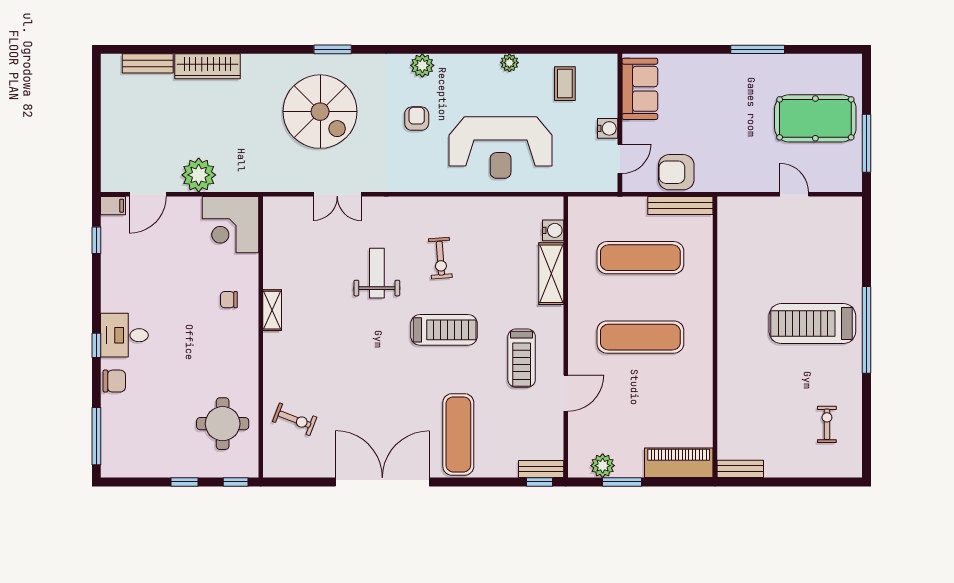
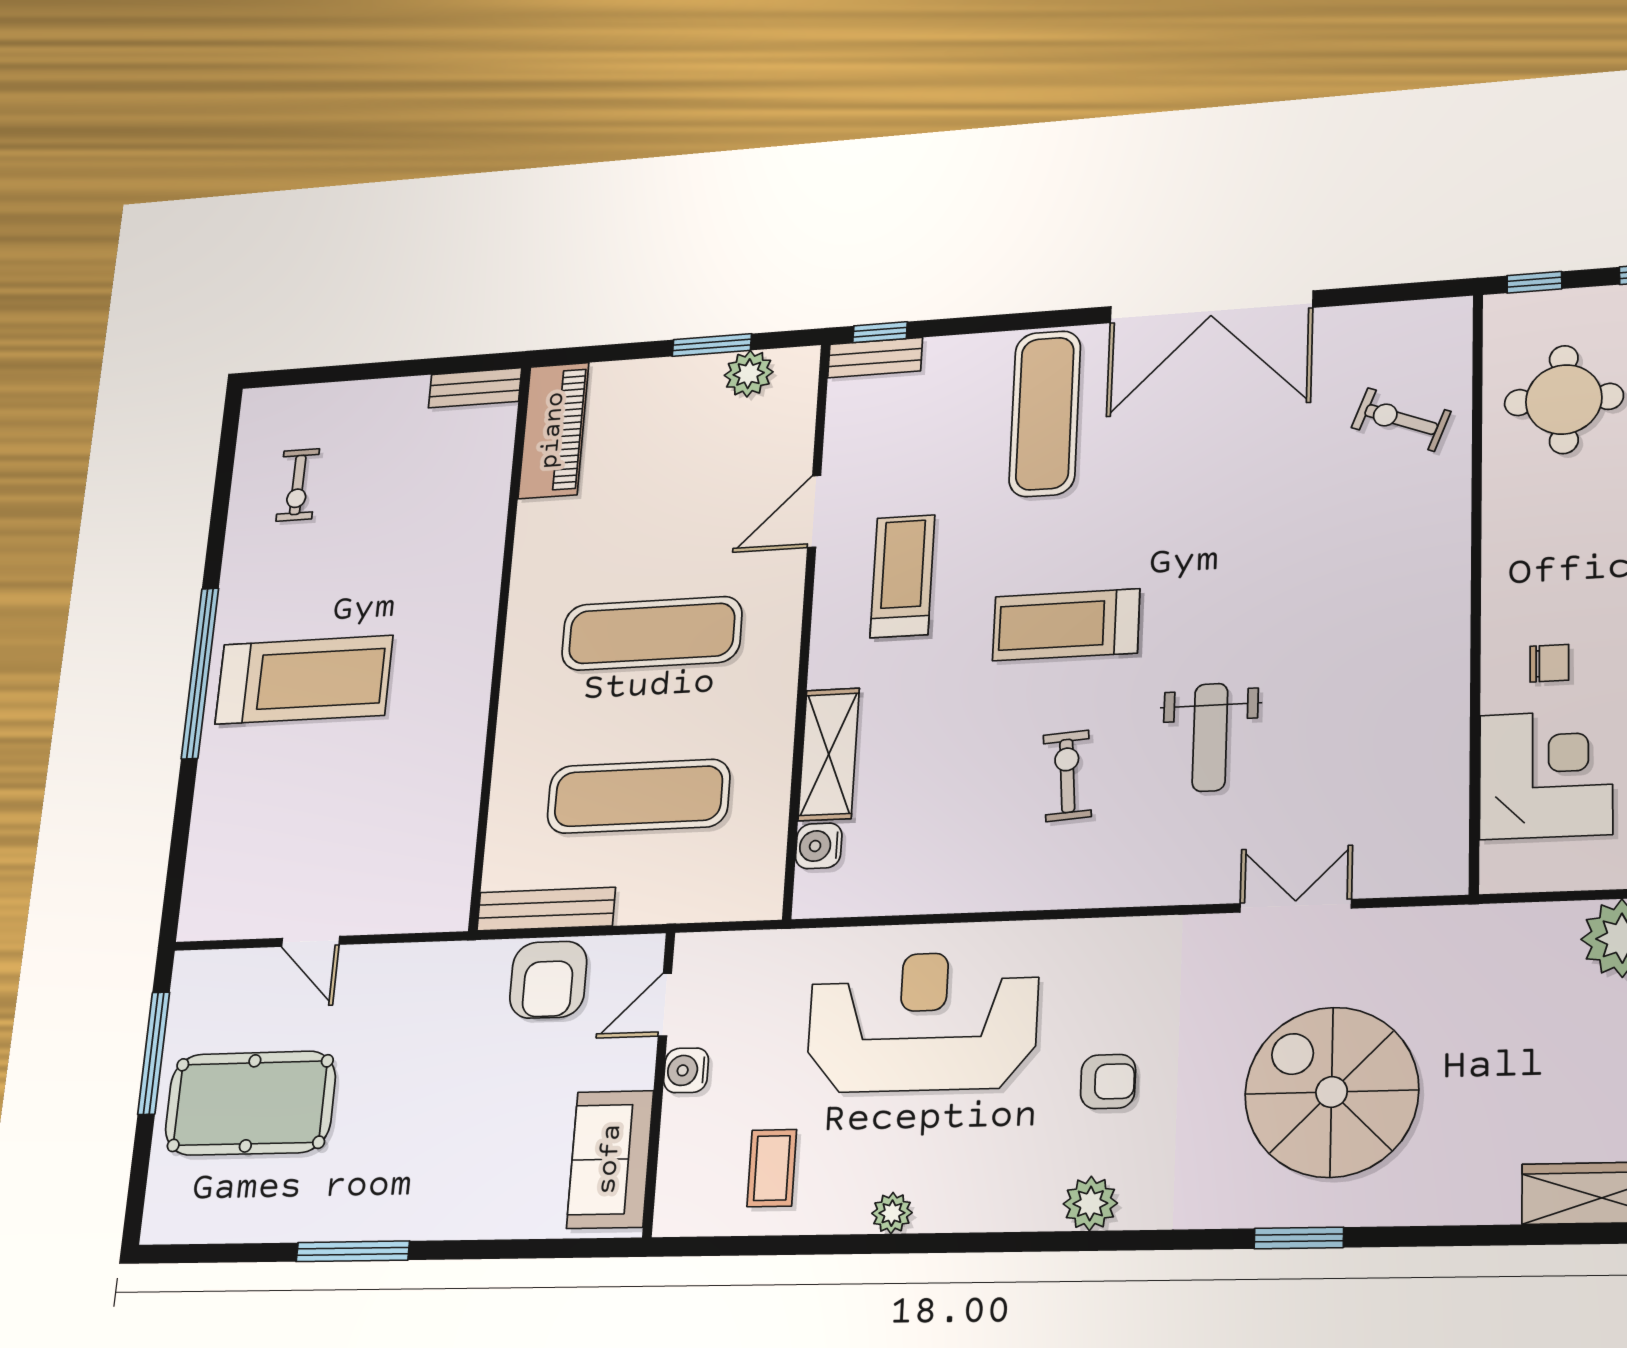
armchair: (417, 119) -> (1108, 1082), turned -90
armchair: (676, 172) -> (548, 980), turned 90
corner desk: (230, 225) -> (1546, 775), moved
shelving: (272, 310) -> (1449, 646), removed
piano: (679, 463) -> (553, 430), moved, turned -90

